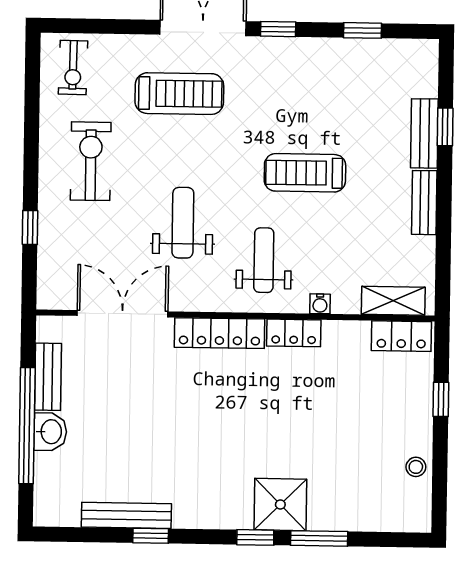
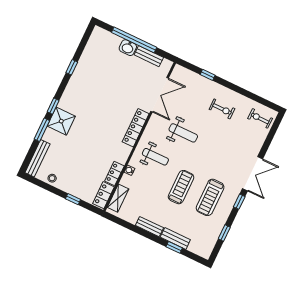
treadmill: (179, 94) -> (210, 197), moved
exercise bike: (91, 161) -> (222, 109), width x0.73, depth x0.72
locker: (294, 333) -> (114, 174), moved
bench: (126, 515) -> (37, 158), moved

